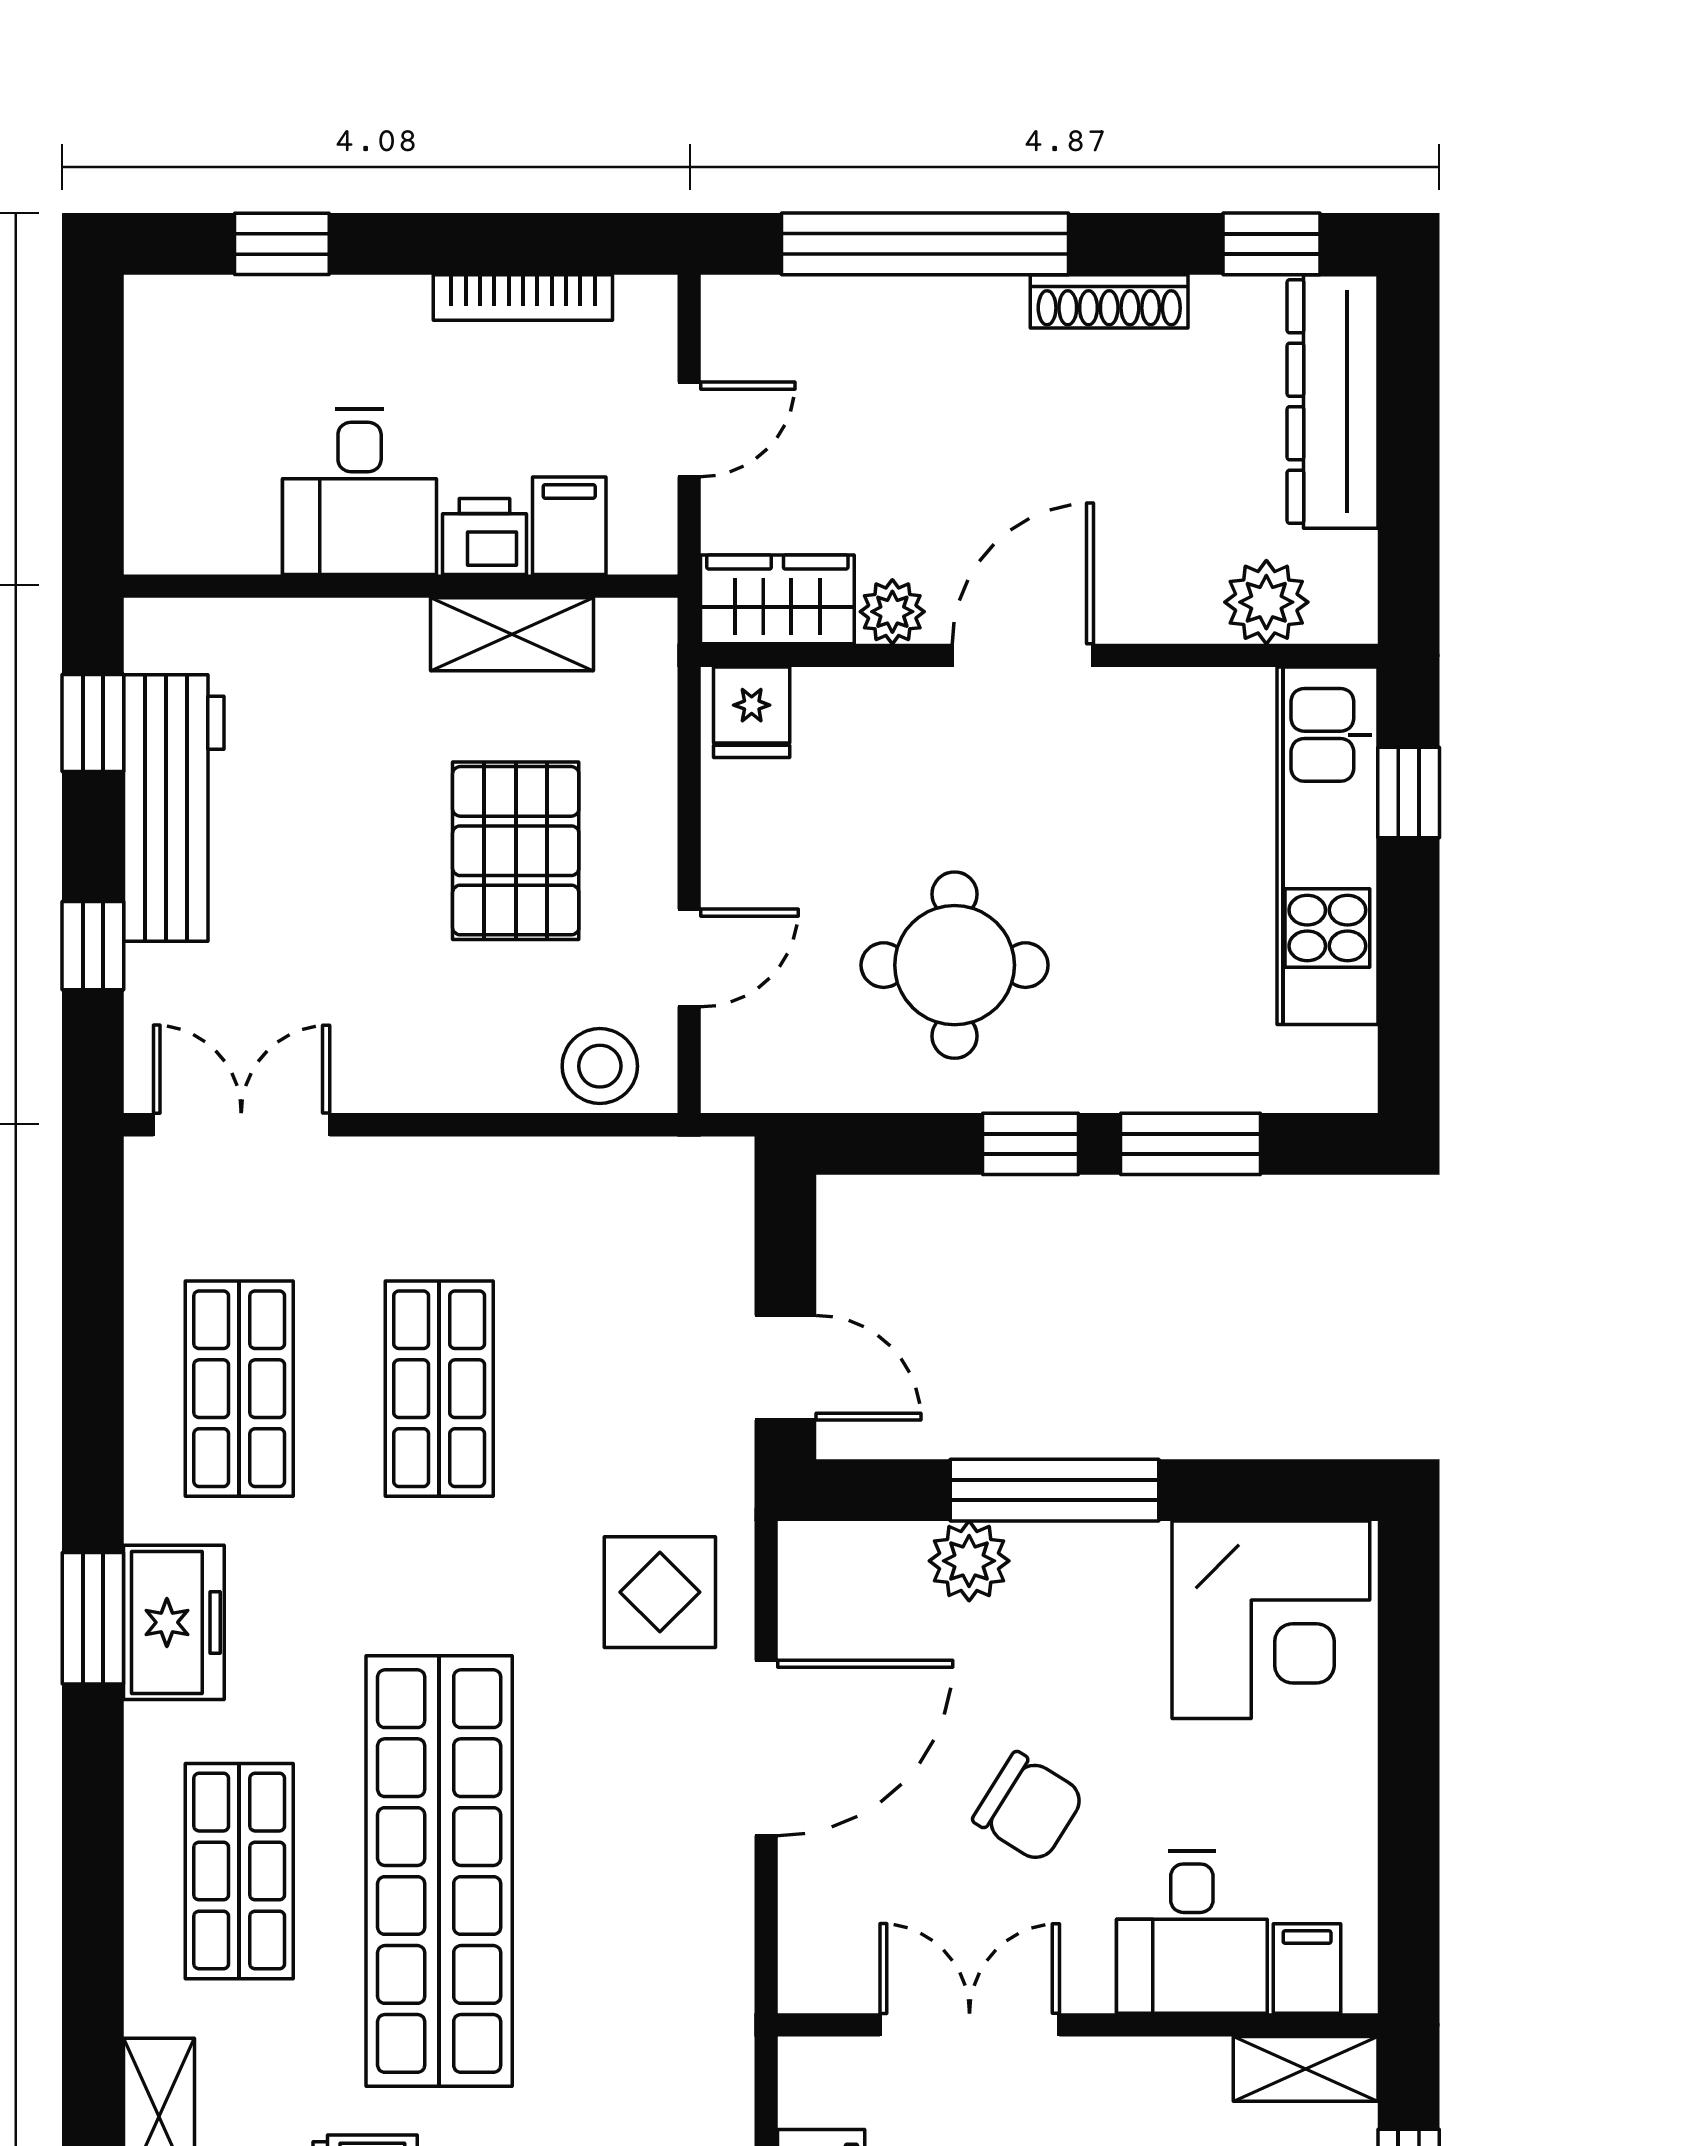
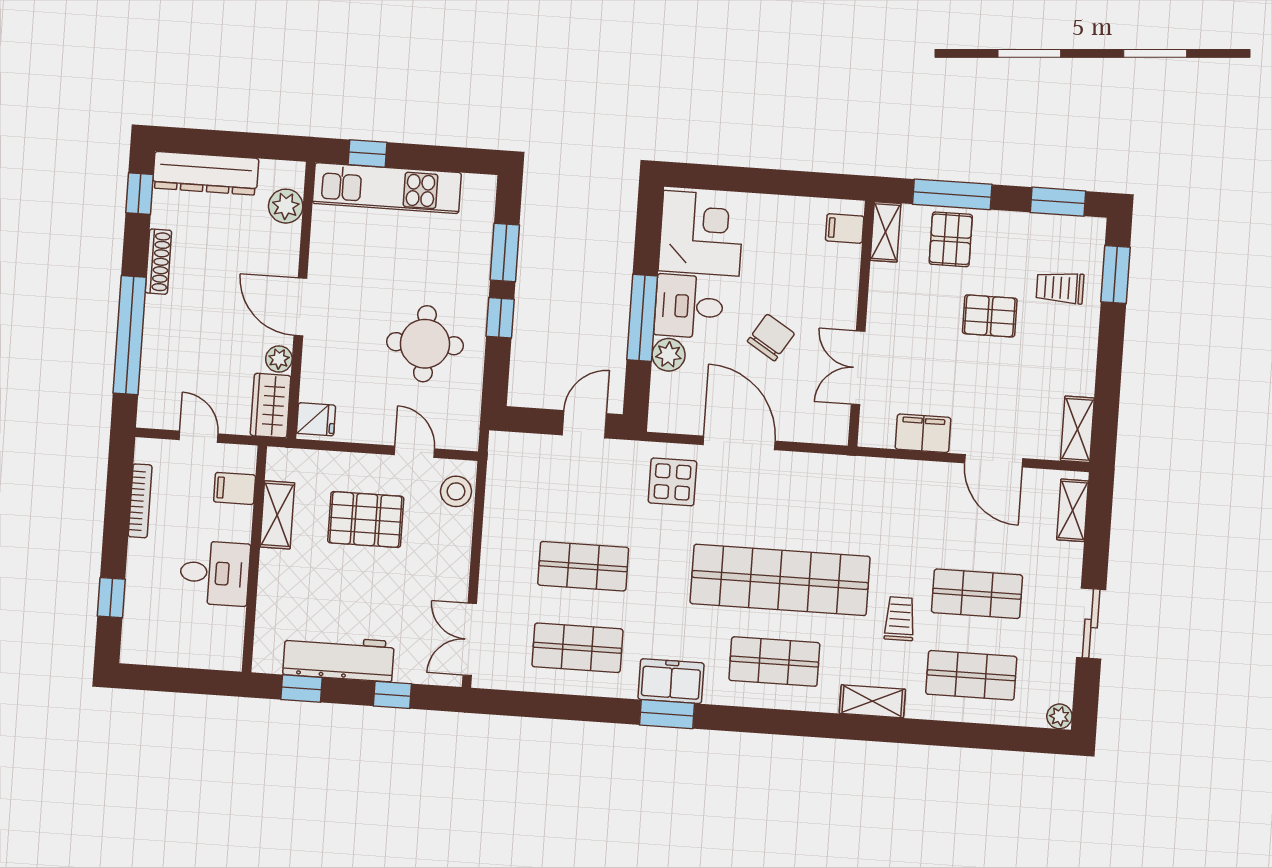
printer: (484, 537) -> (237, 523), removed
desk: (1192, 1932) -> (689, 306), moved, turned 180

